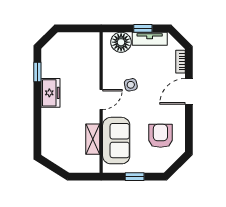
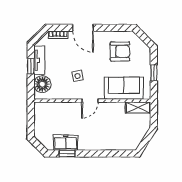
freezer: (51, 93) -> (66, 143), moved
door: (101, 99) -> (90, 101), swing flipped
armchair: (160, 136) -> (120, 51), turned 180
shelving: (93, 139) -> (138, 108), moved

